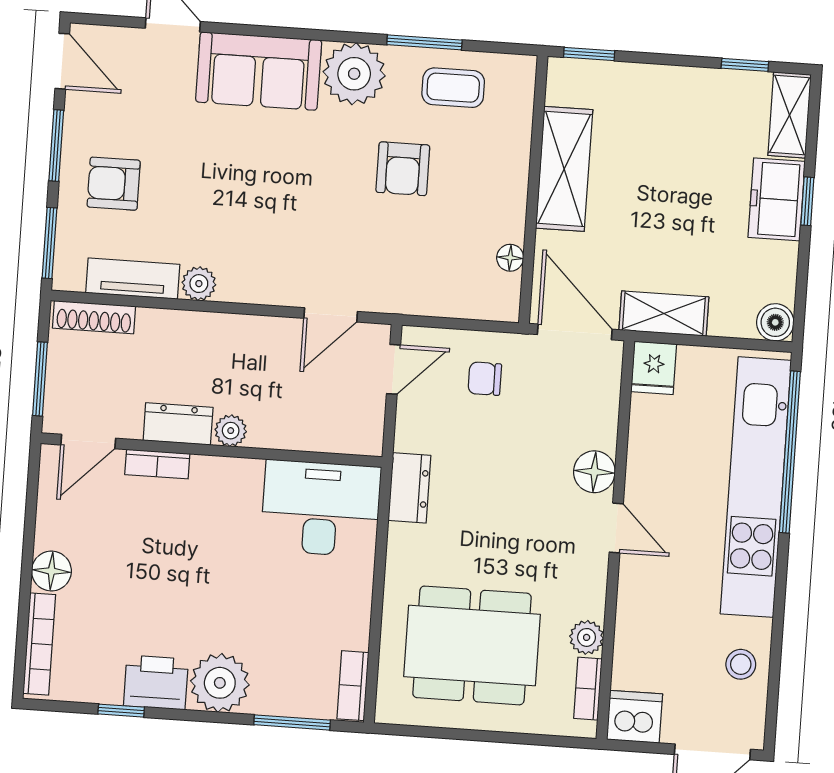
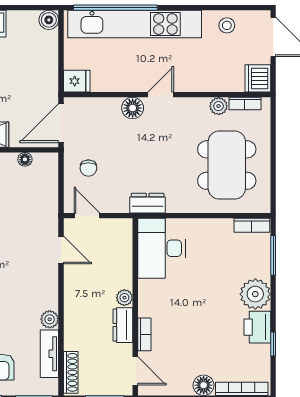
shelving: (664, 314) -> (48, 78), removed

